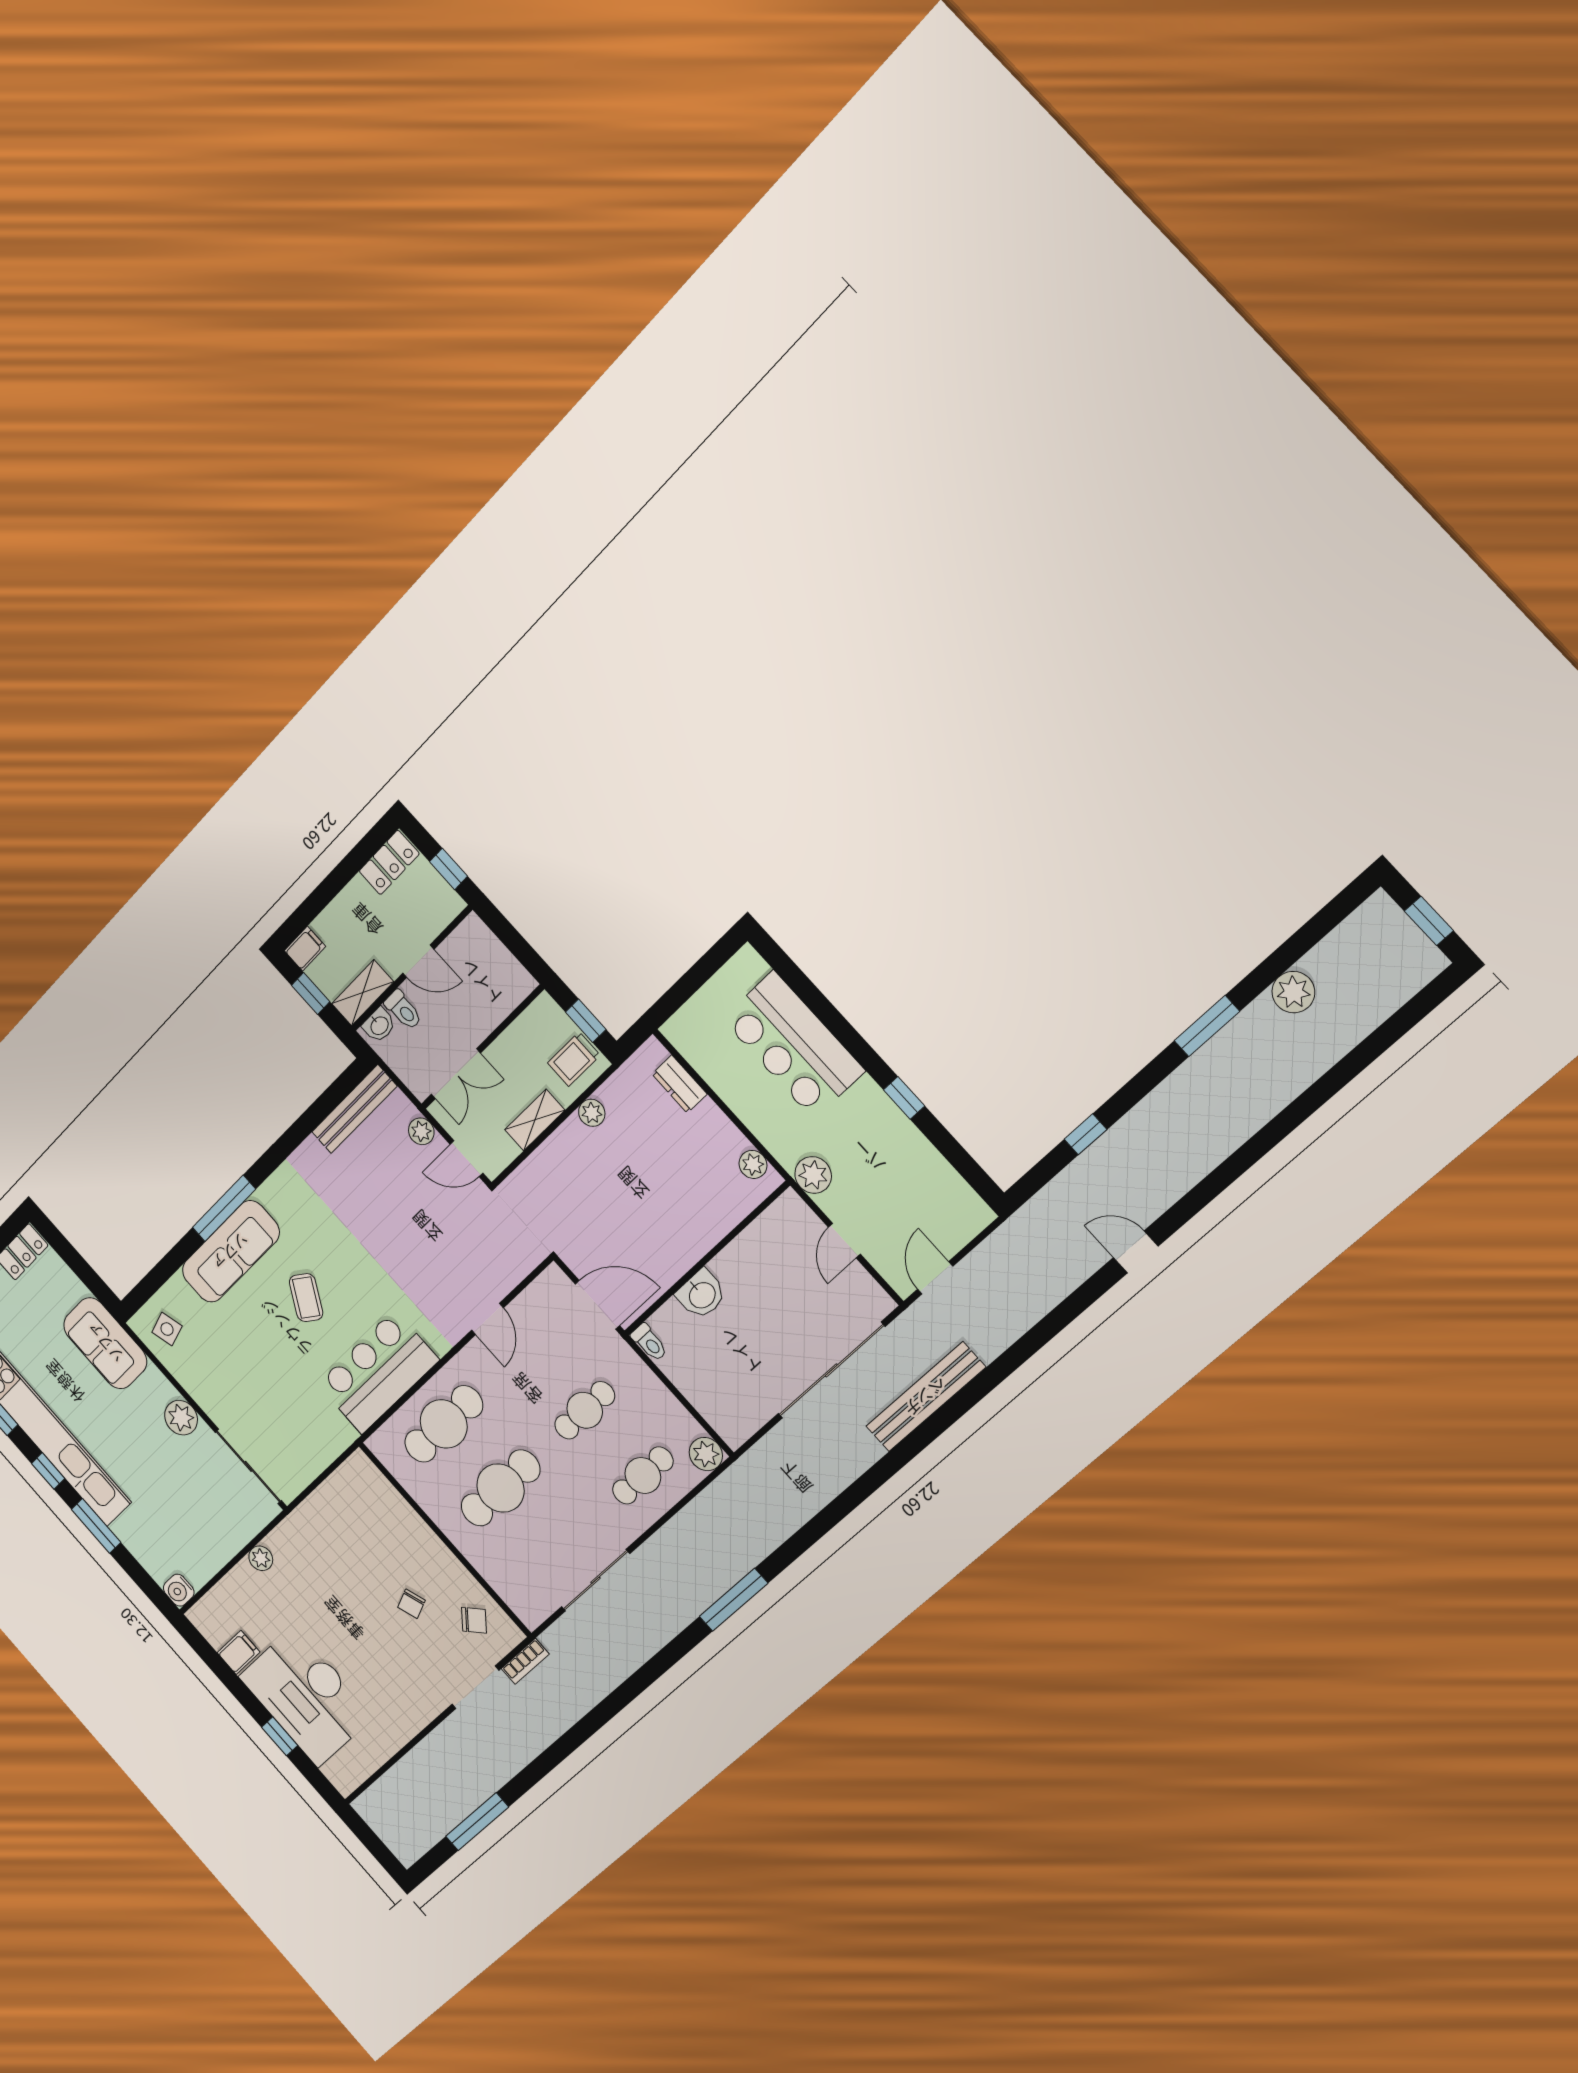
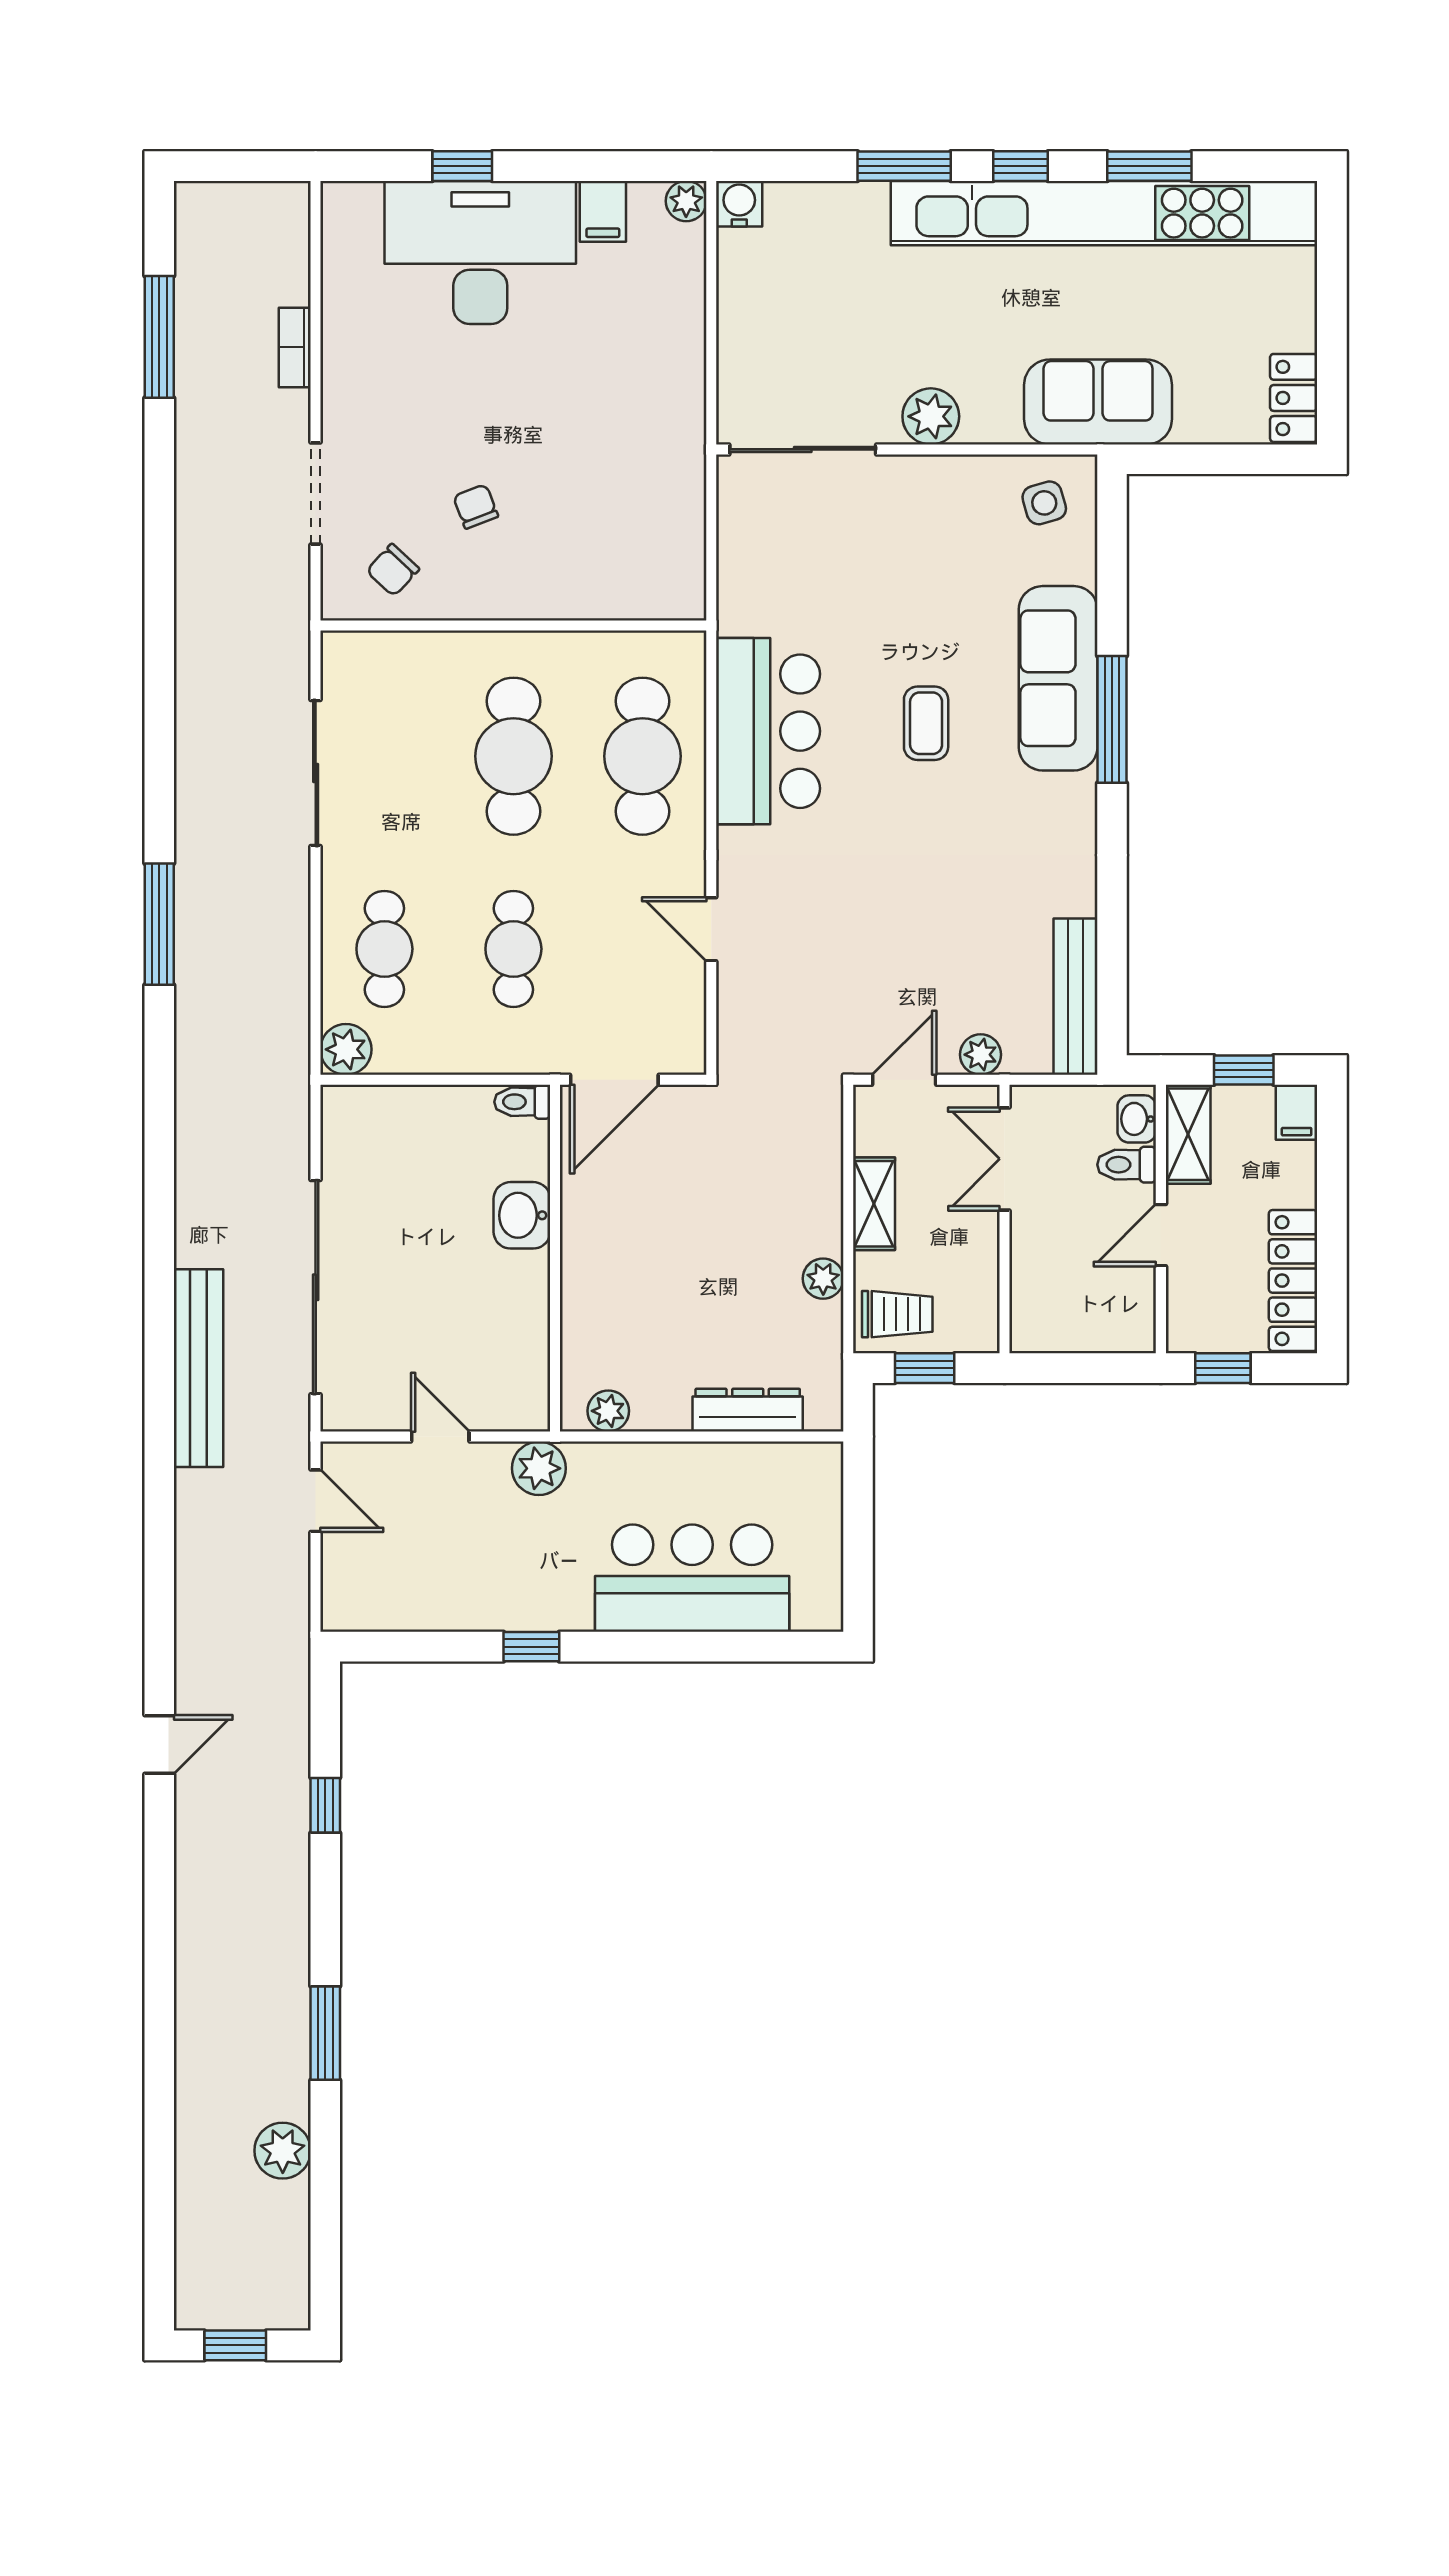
locker: (389, 862) -> (1293, 1281), width x1.53
trolley: (574, 1059) -> (897, 1314), turned 90
dresser: (680, 1084) -> (748, 1410), width x1.44
coffee table: (306, 1298) -> (926, 723), turned 58
plant: (261, 1558) -> (686, 201), moved
bookcase: (525, 1661) -> (295, 347), moved

